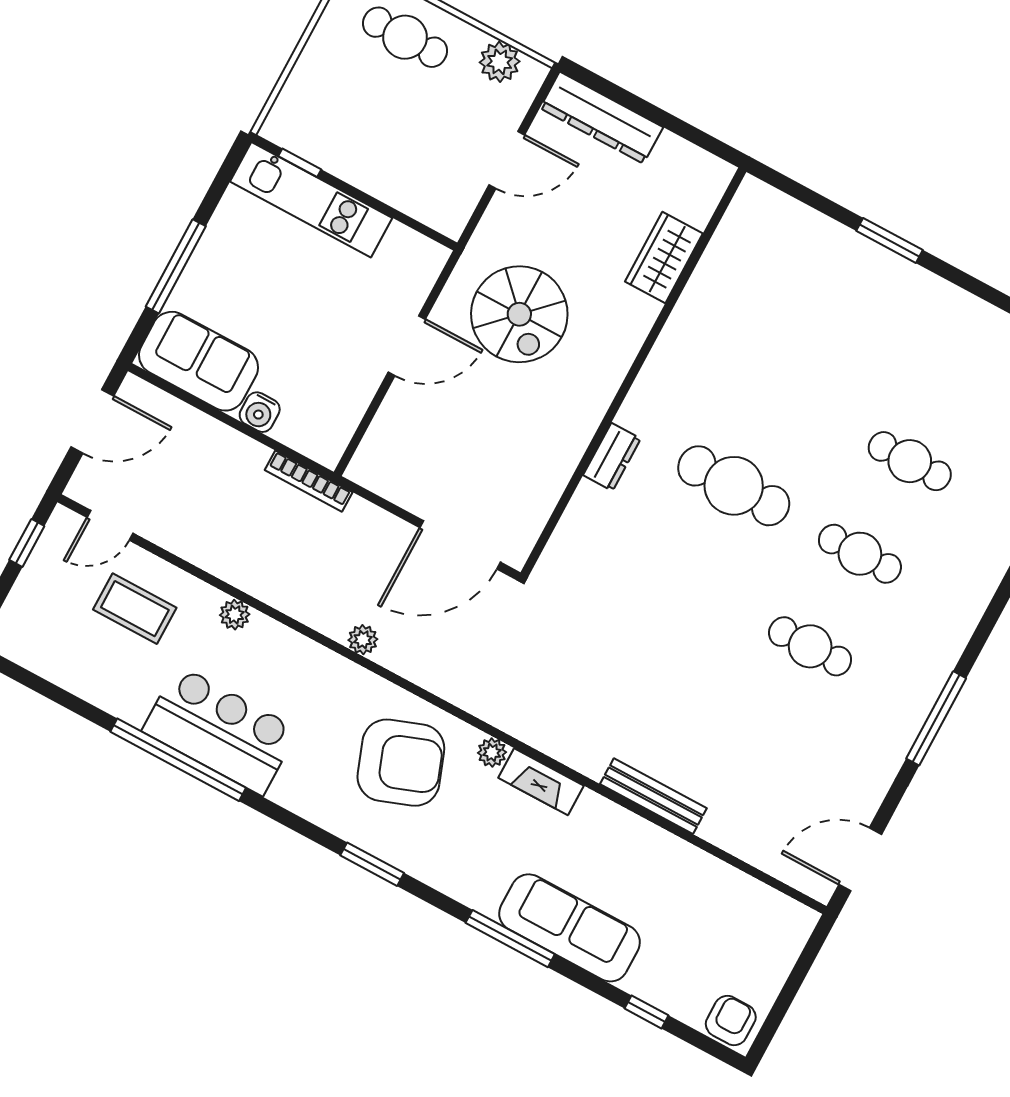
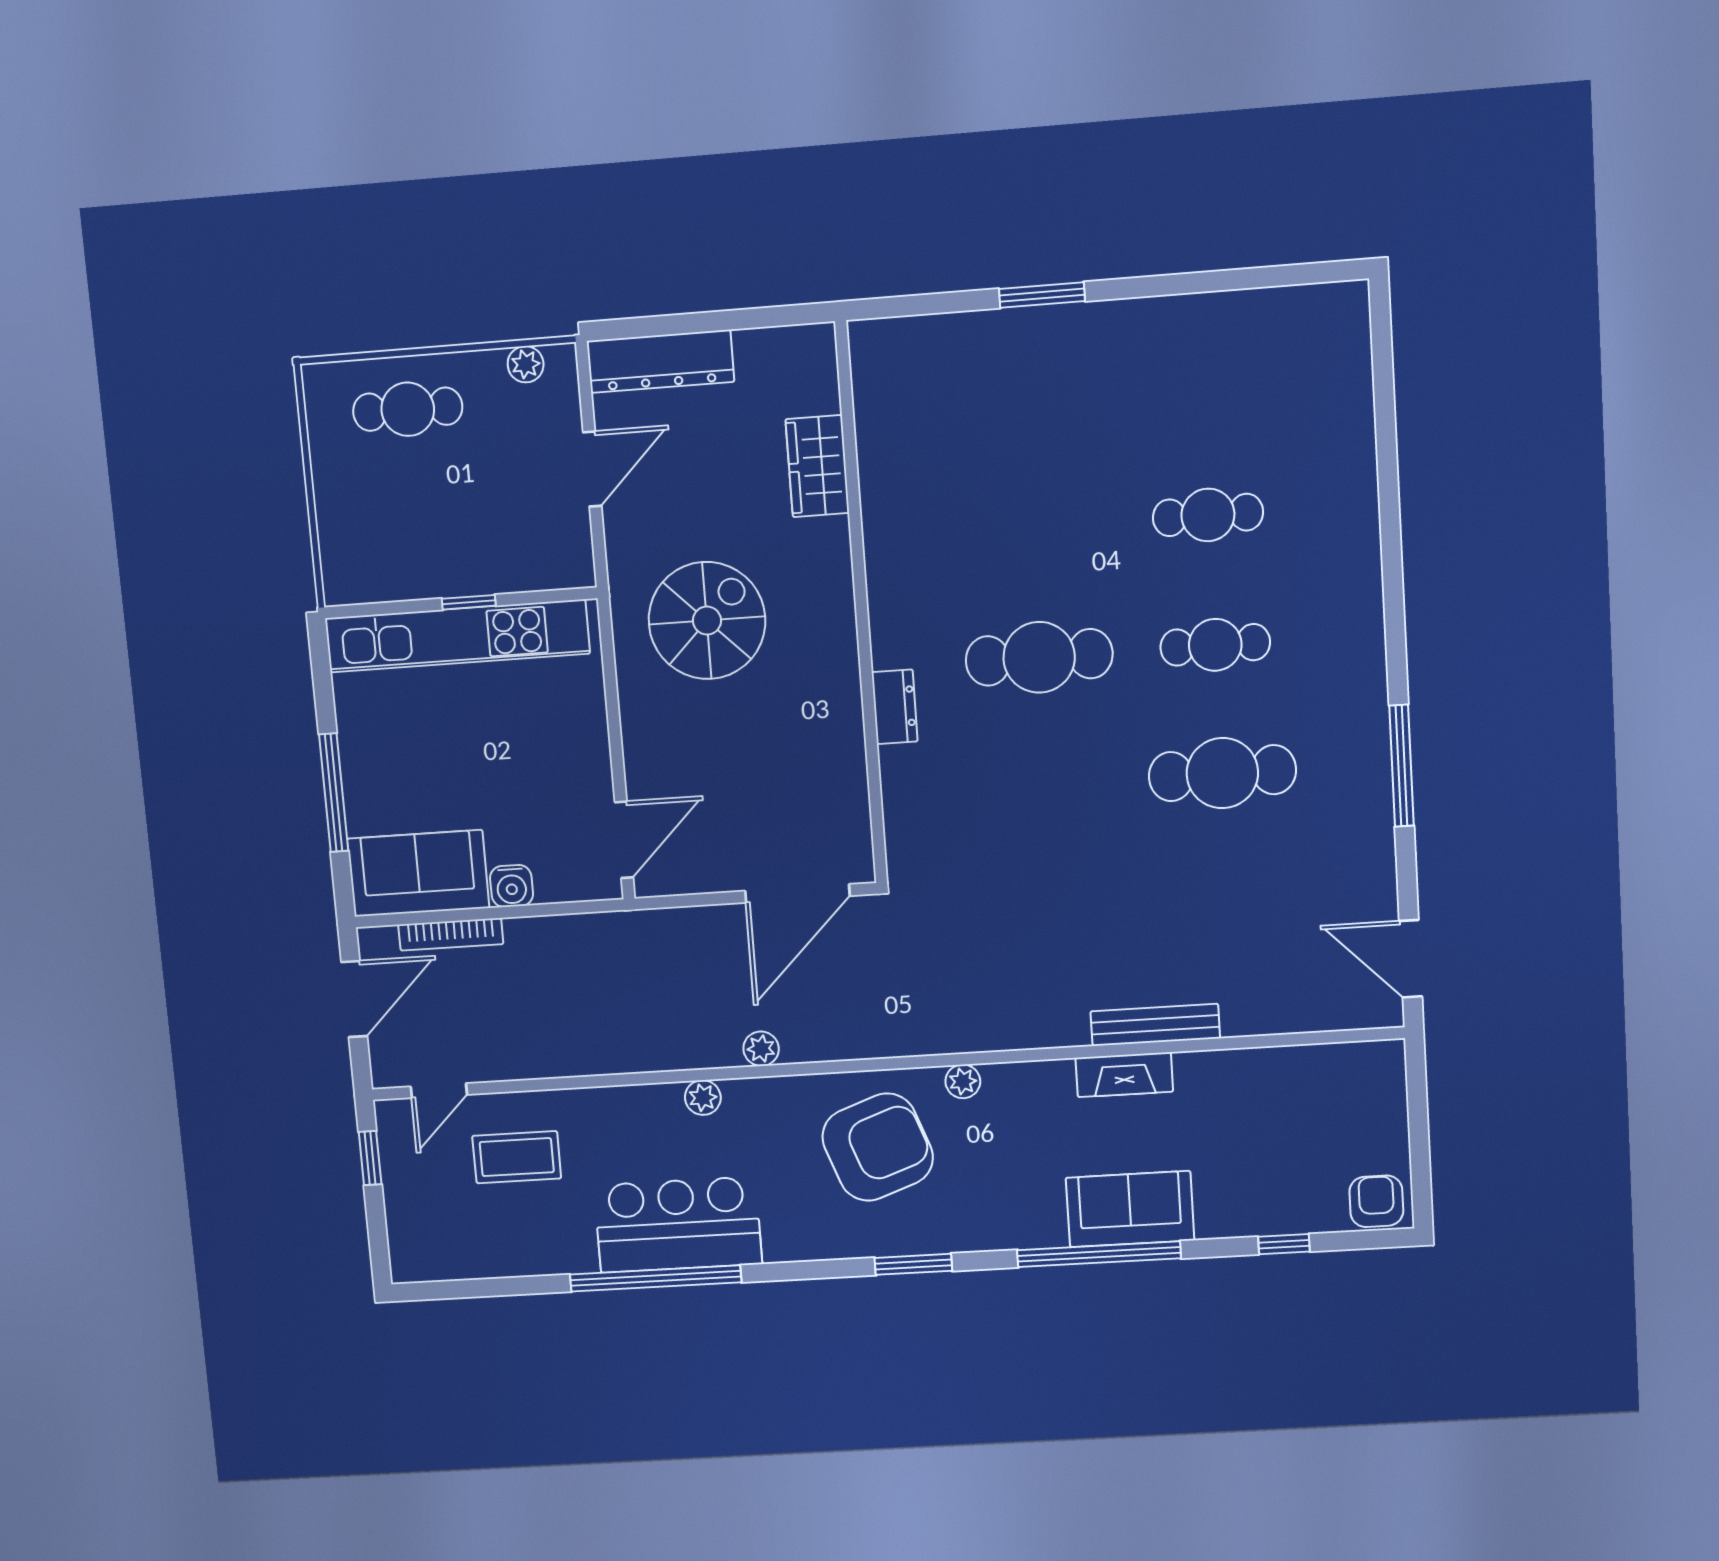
plant: (500, 62) -> (526, 364), width x0.73, depth x0.73
window: (300, 163) -> (469, 602), moved
kitchen unit: (311, 200) -> (457, 636), width x1.36
spiral stairs: (519, 314) -> (707, 621), turned -90
door: (407, 346) -> (624, 840), moved
bookcase: (309, 481) -> (451, 934), moved
plant: (235, 615) -> (703, 1098), moved
cafe table: (810, 646) -> (1222, 773), width x1.37, depth x1.35
fireplace: (541, 782) -> (1124, 1075), moved
door: (860, 859) -> (1411, 959), hinge flipped
sofa: (570, 928) -> (1130, 1209), width x0.73
window: (510, 939) -> (1099, 1254), width x1.46

